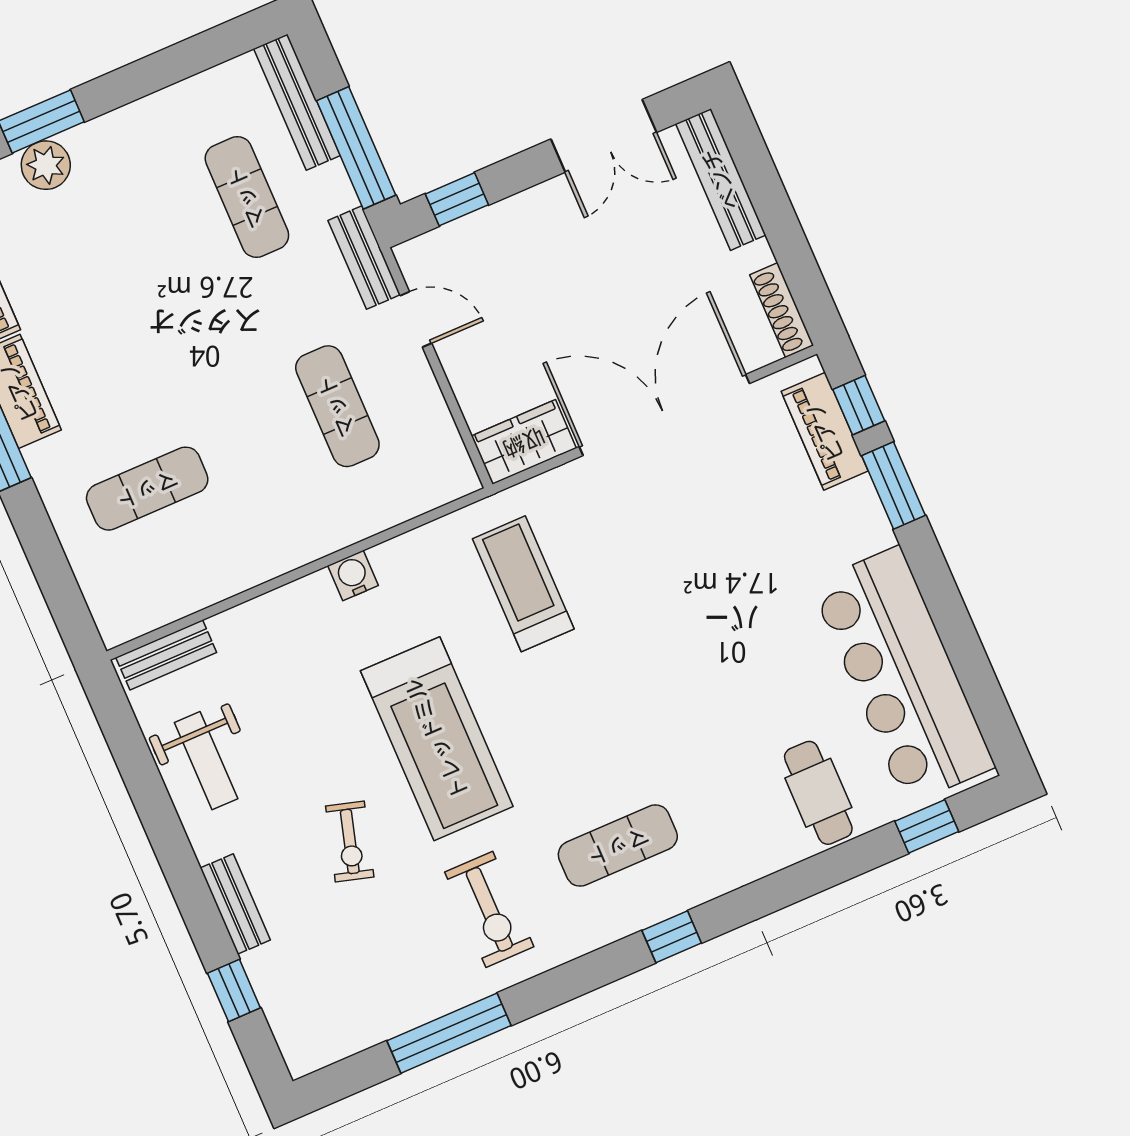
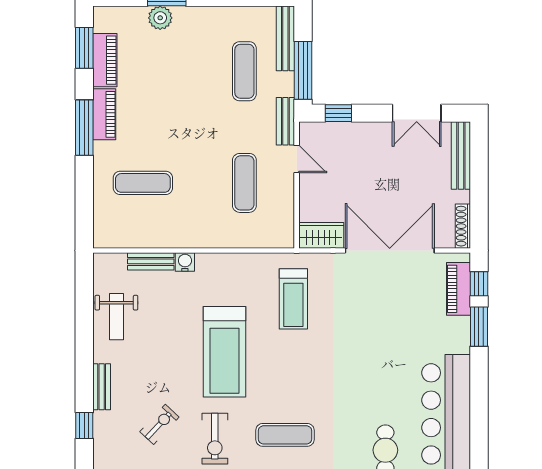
water cooler: (353, 576) -> (185, 262), moved
treadmill: (523, 584) -> (293, 299), turned 180
bench: (166, 655) -> (151, 261), moved
exercise bike: (350, 841) -> (159, 424), moved, turned -153

